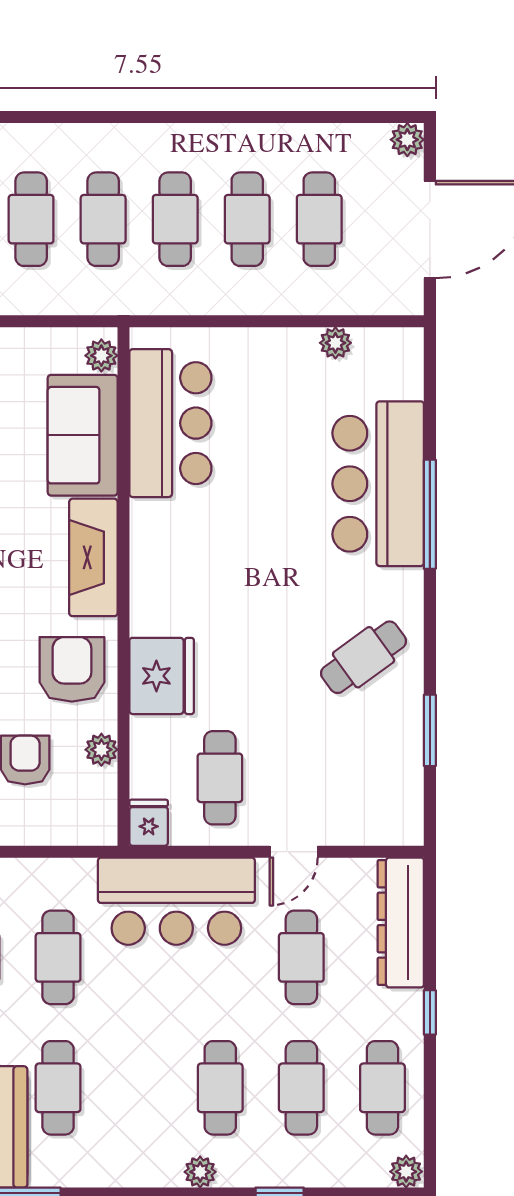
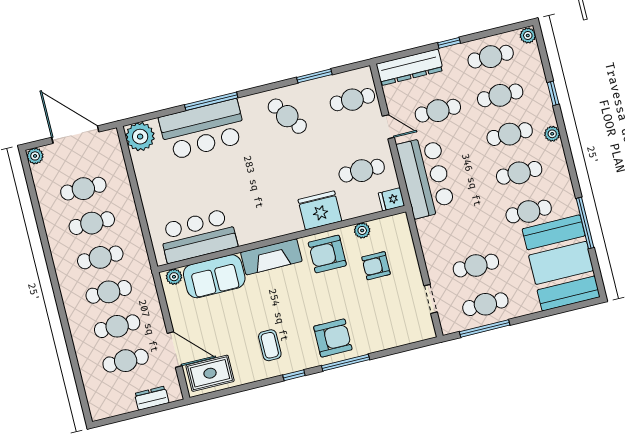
plant: (335, 343) -> (140, 137), moved, width x1.88, depth x1.88
cafe table: (365, 794) -> (352, 100), added
cafe table: (58, 957) -> (519, 173), moved

